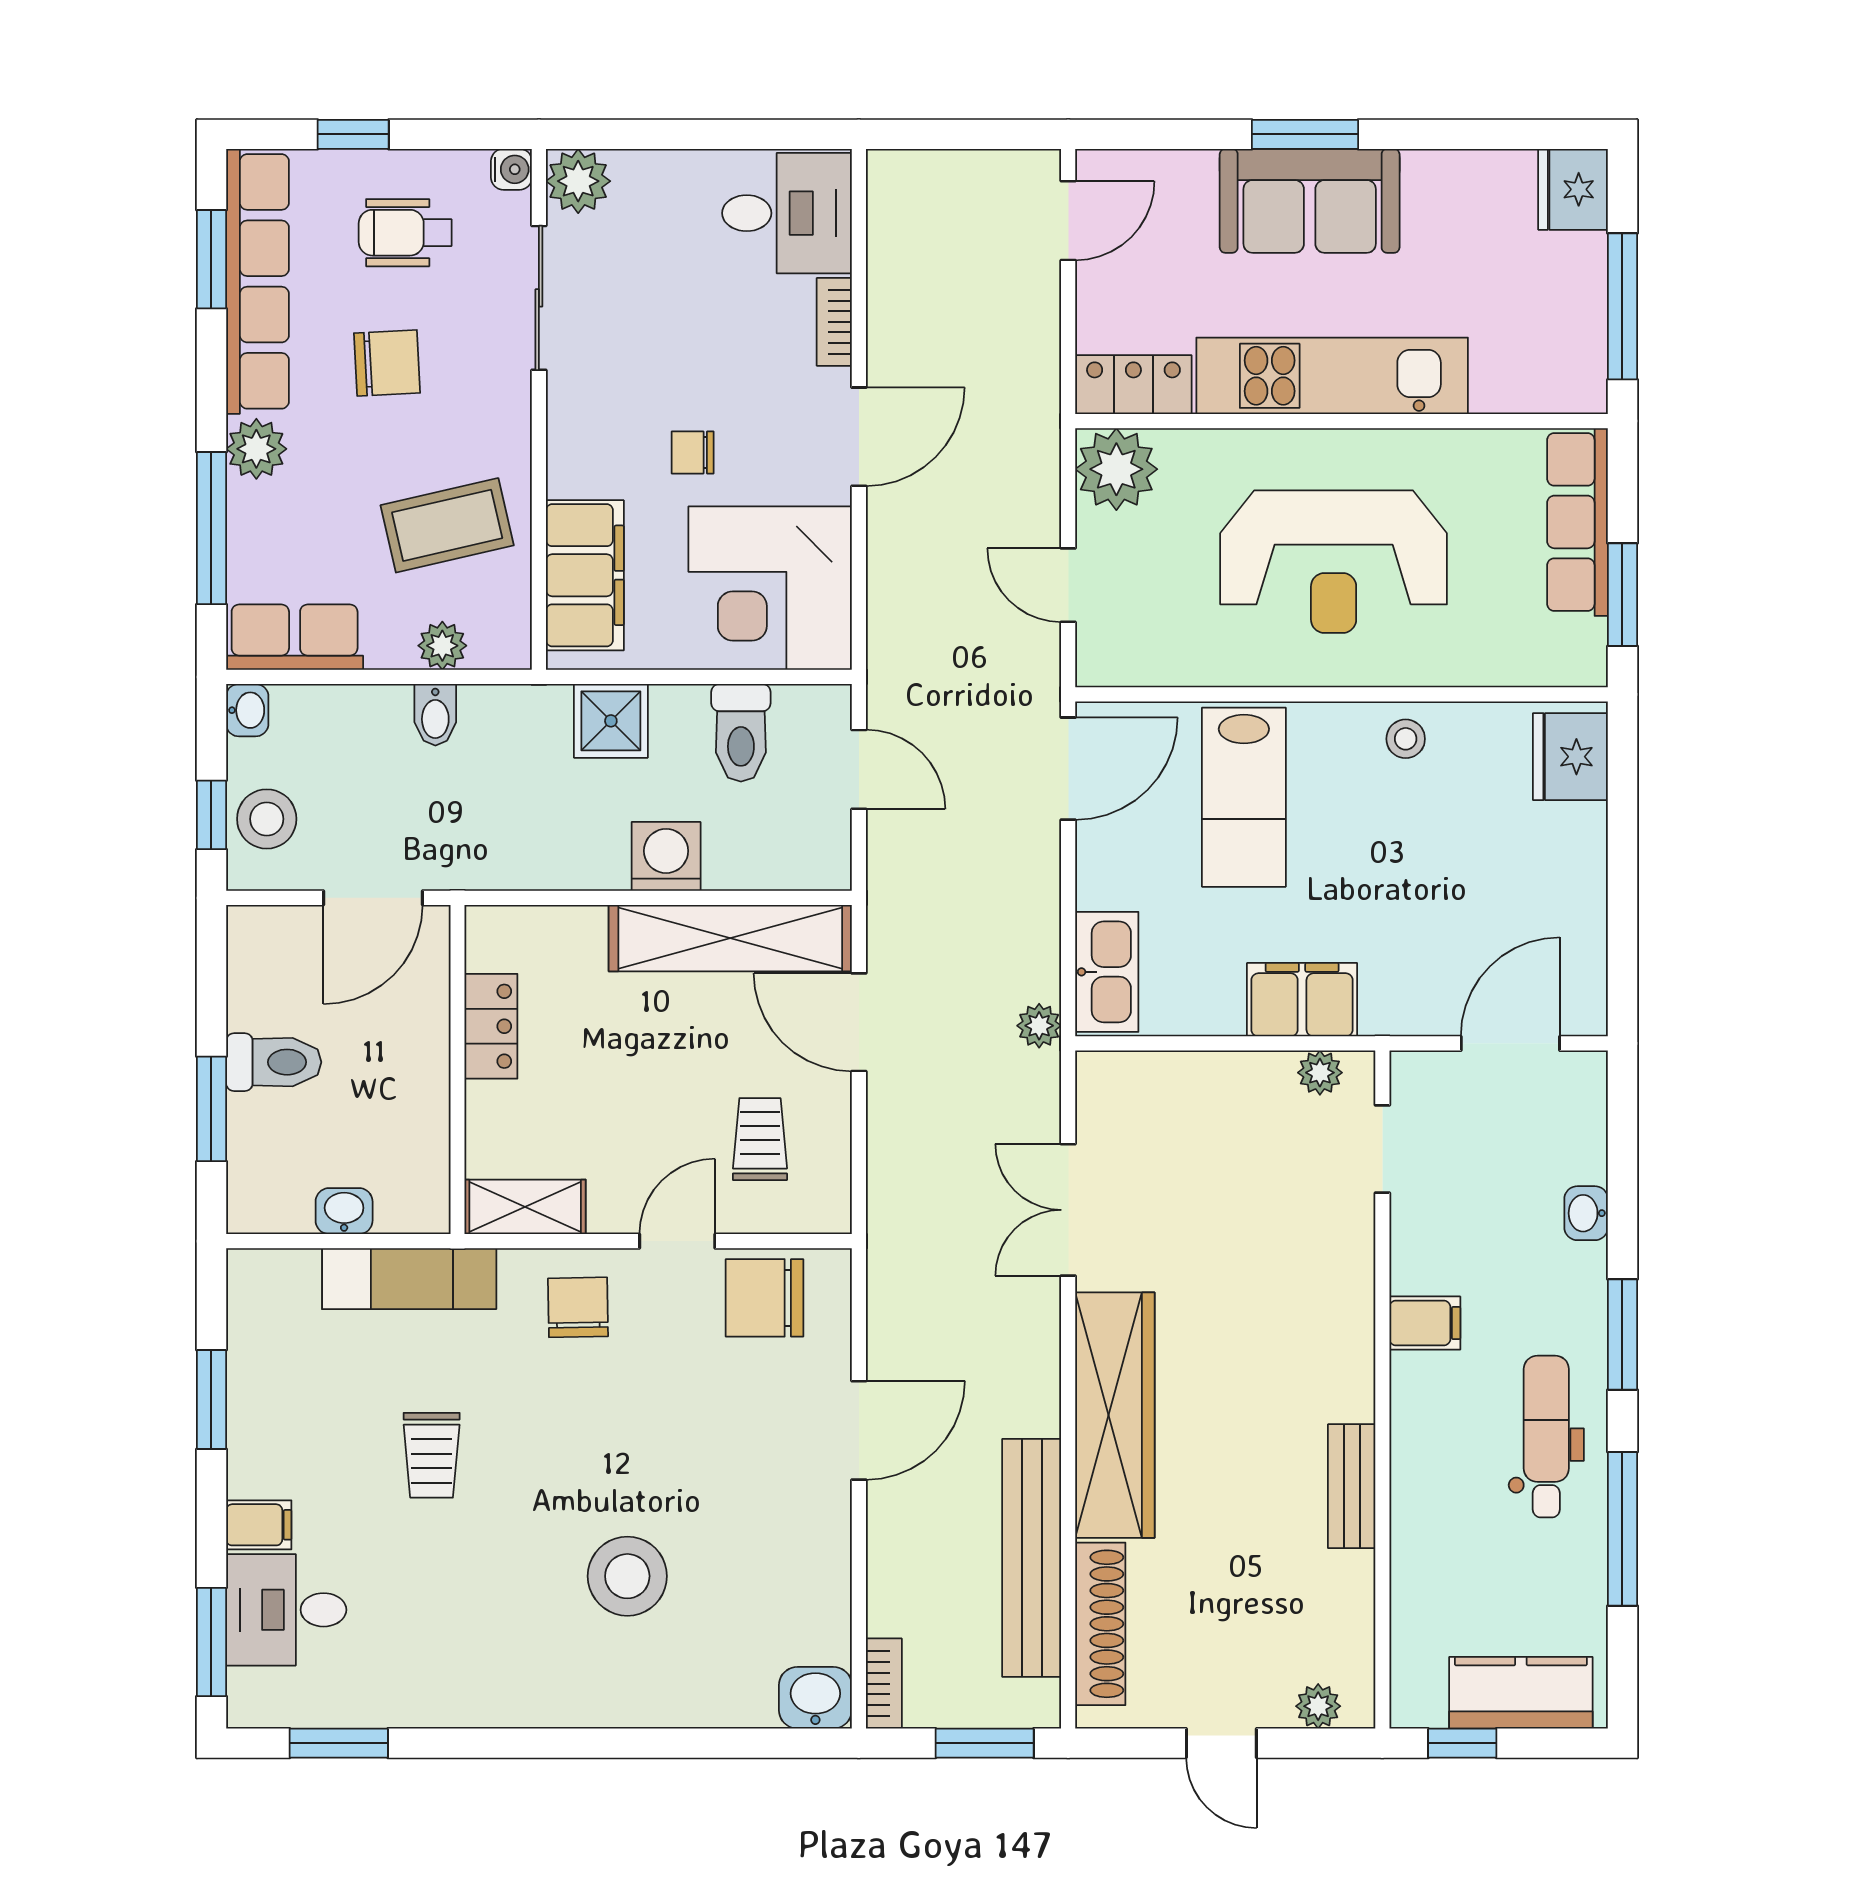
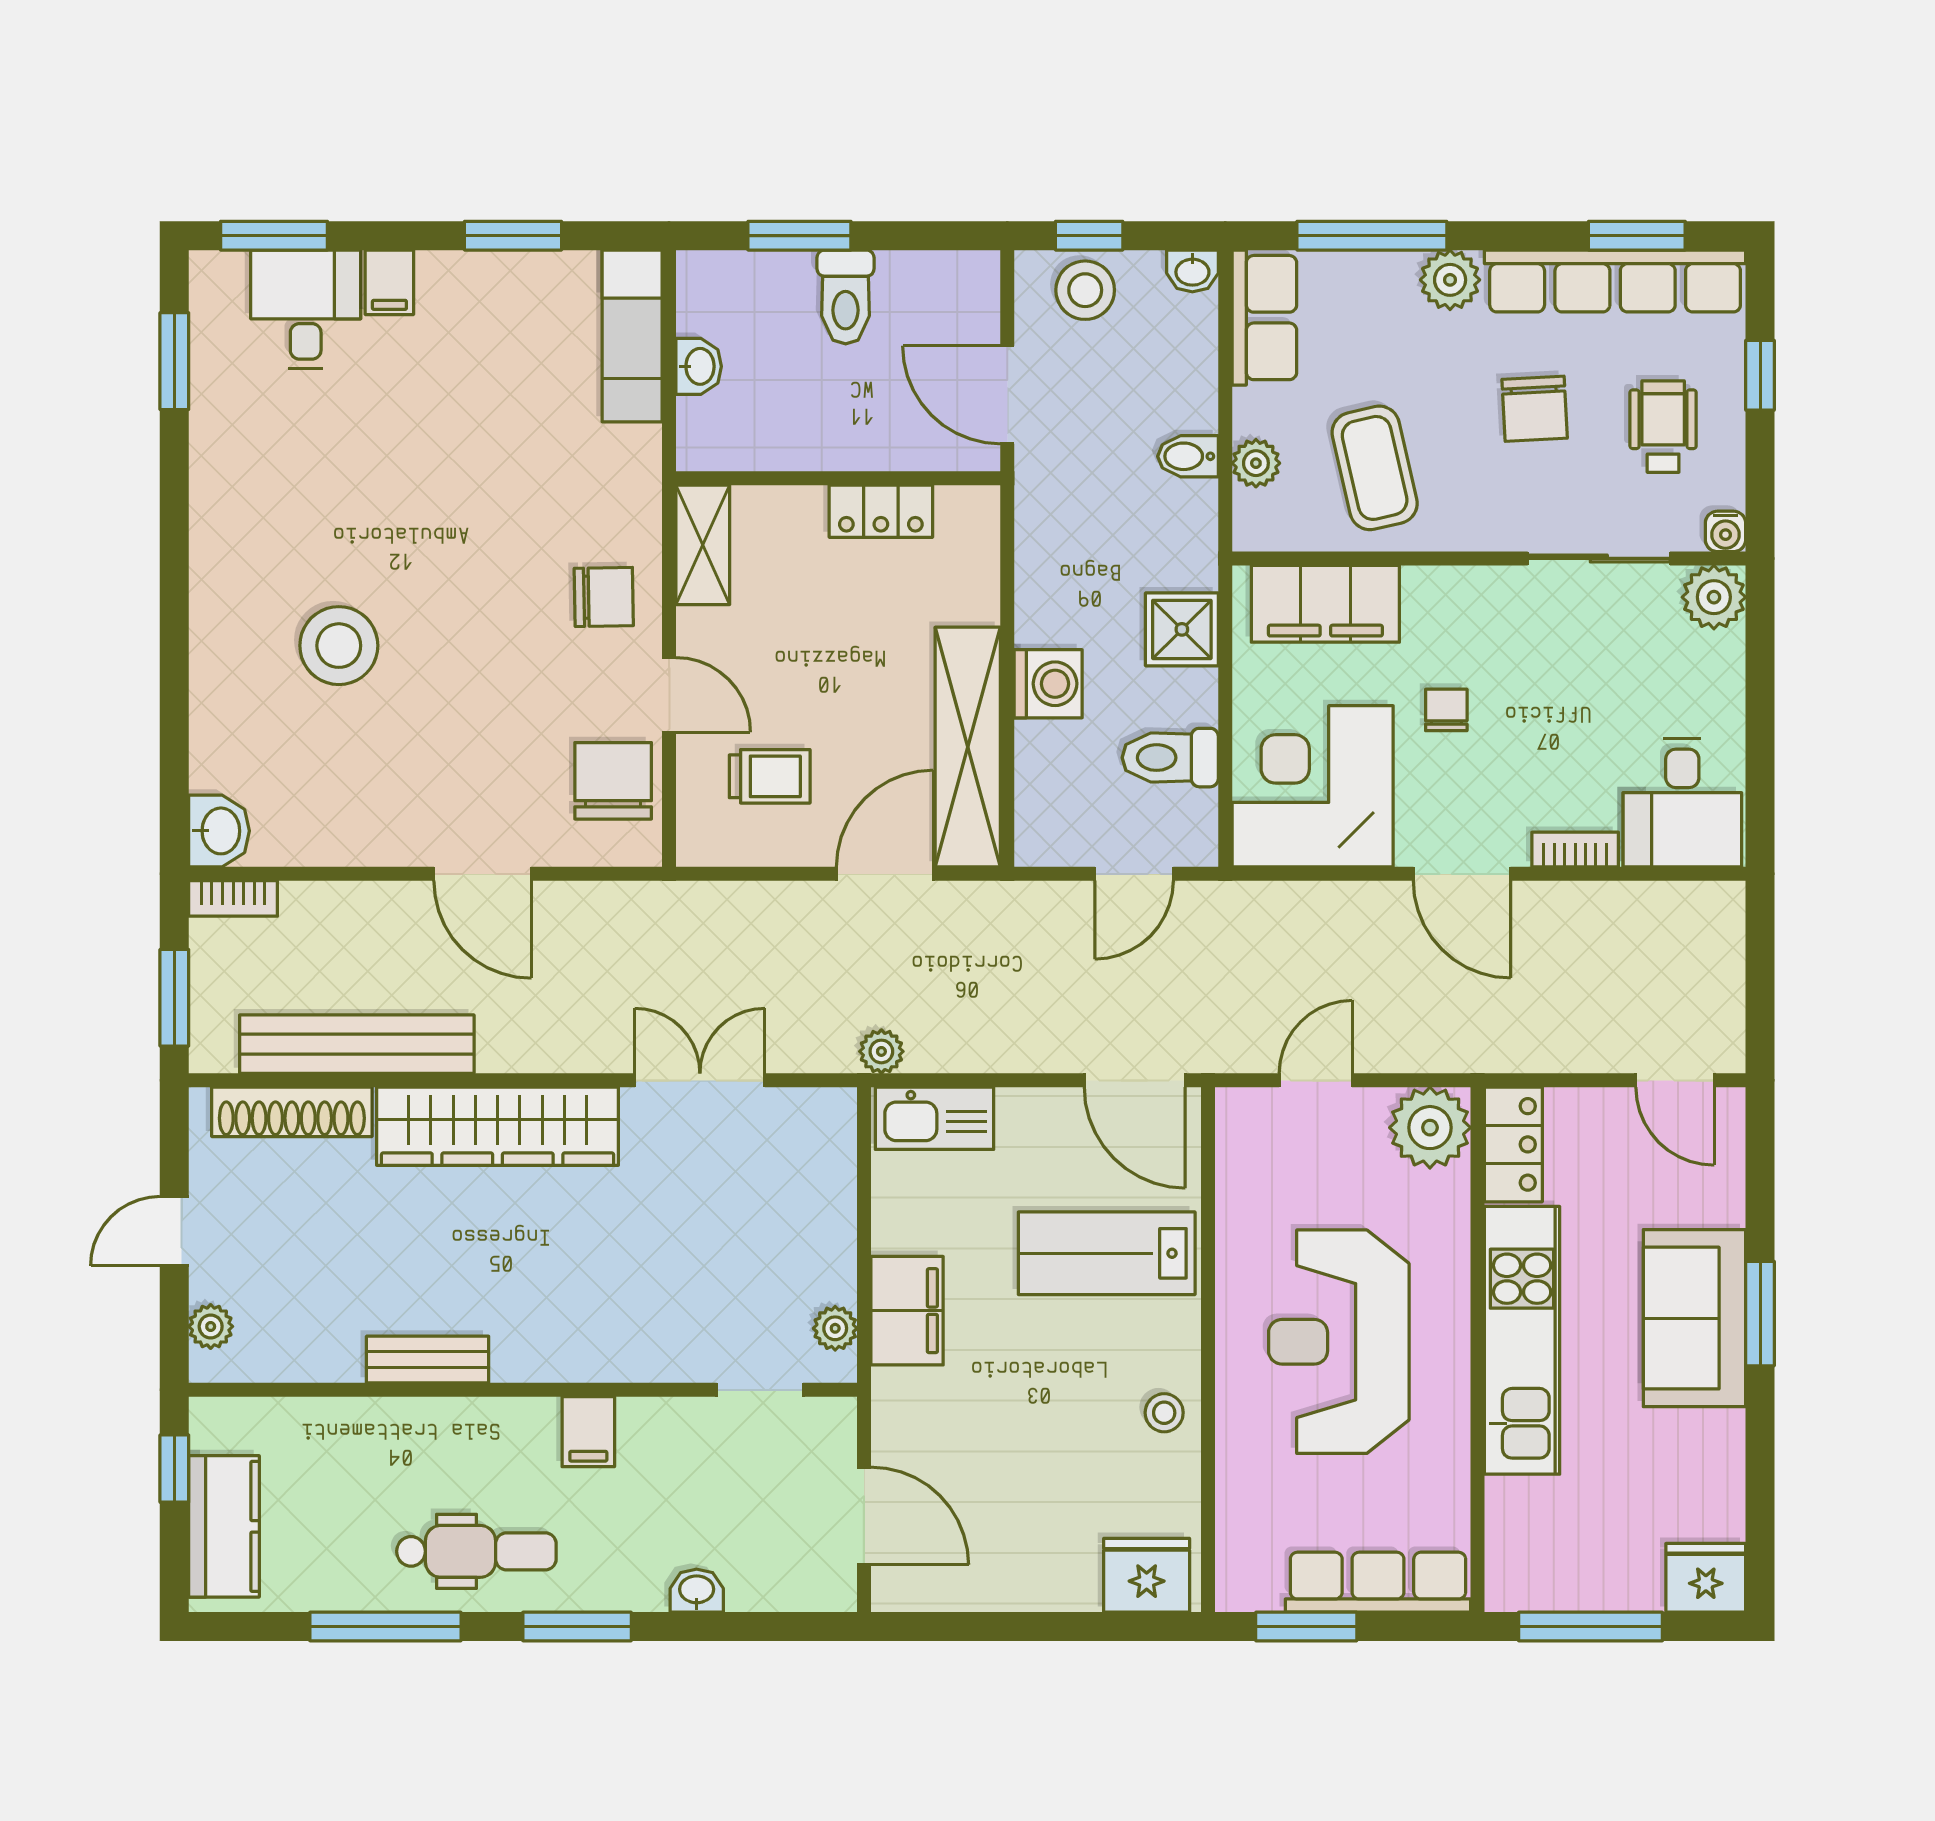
exam couch: (409, 1279) -> (632, 336), moved
trolley: (432, 1455) -> (458, 453), removed

